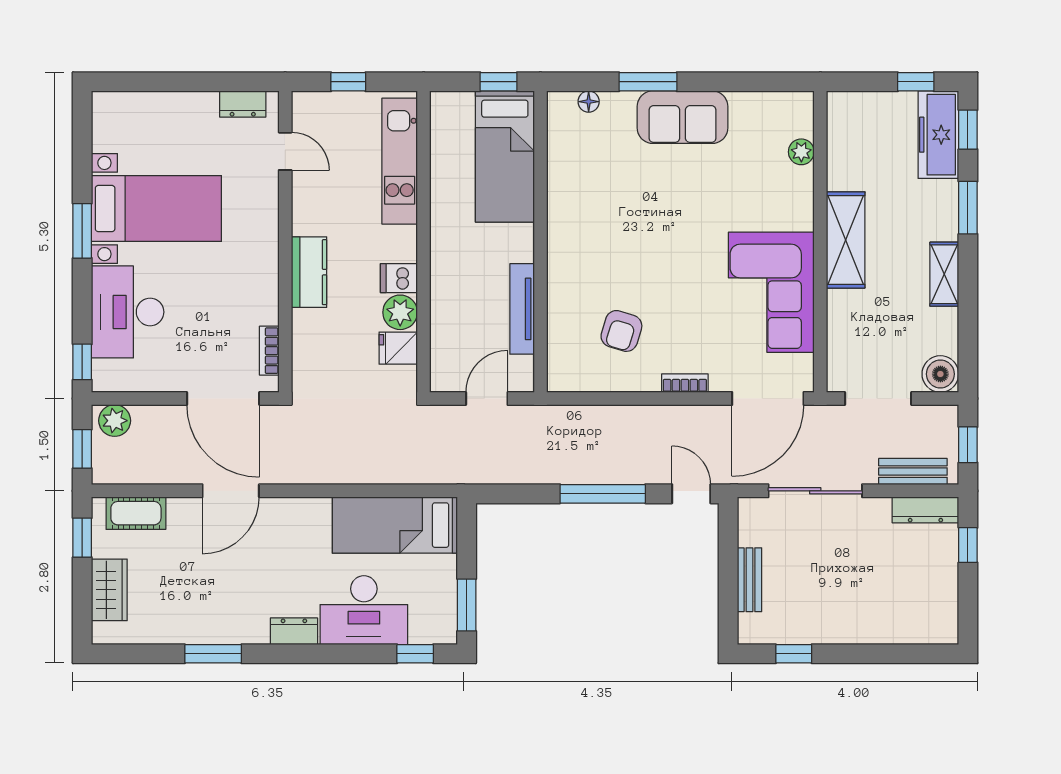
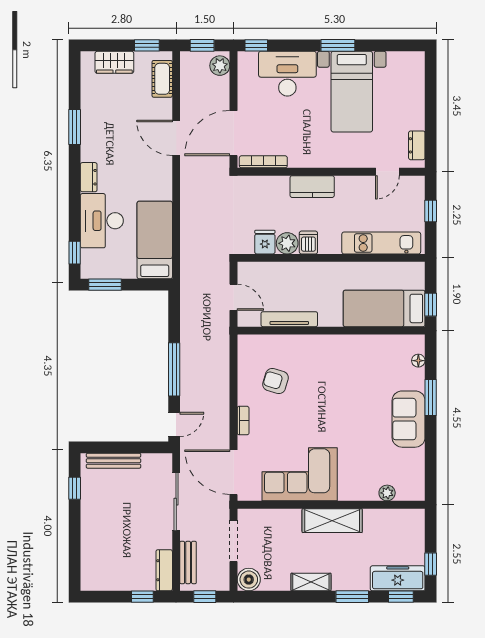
bookcase: (269, 351) -> (263, 162), width x1.56
bench: (749, 580) -> (113, 461), width x1.36

